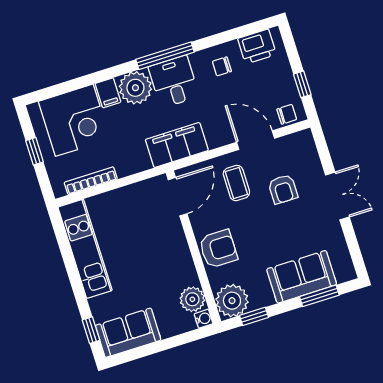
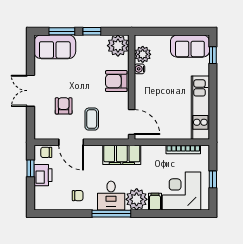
printer: (257, 46) -> (43, 175), moved, turned 90
door: (178, 197) -> (132, 122), swing flipped
sofa: (302, 277) -> (55, 47), moved
window: (254, 316) -> (92, 31), moved
water cooler: (204, 319) -> (139, 69), moved

